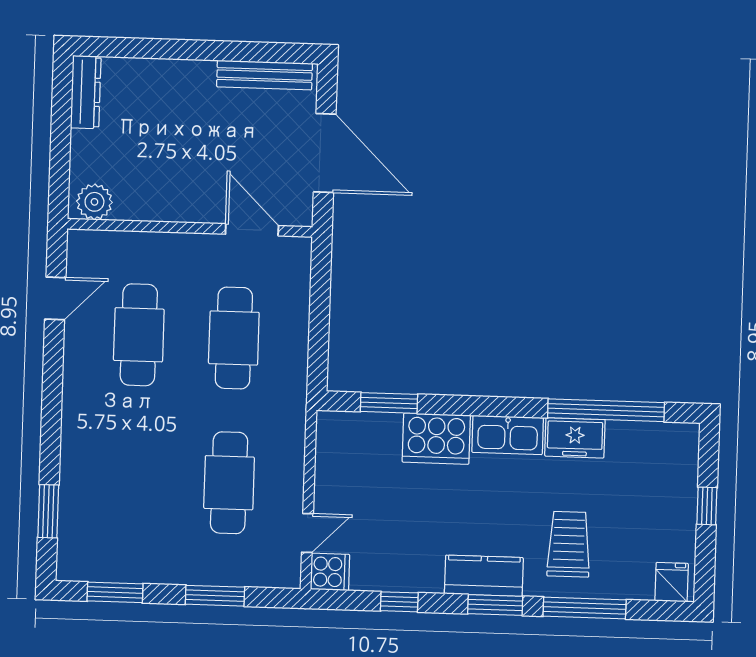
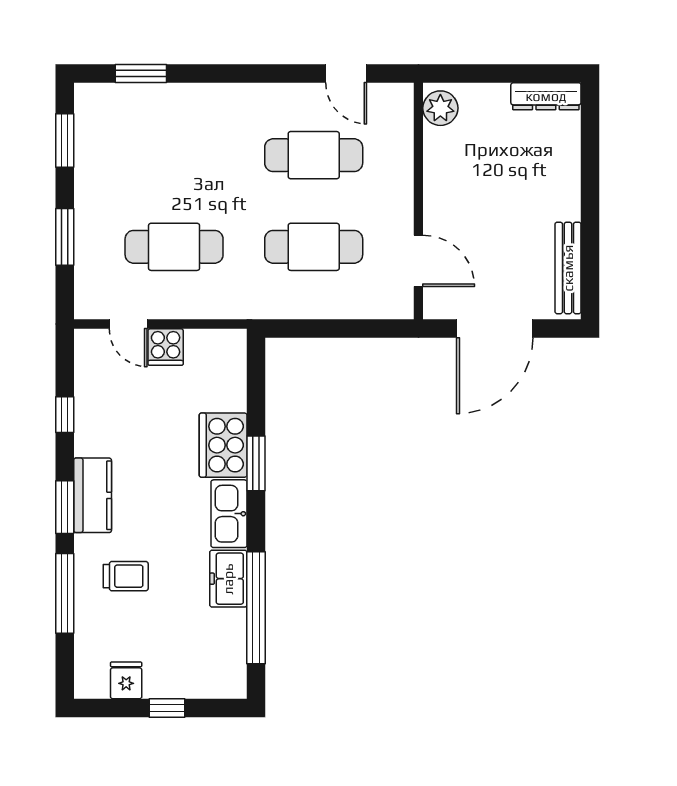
door: (252, 230) -> (418, 261), hinge flipped
window: (389, 403) -> (256, 463), moved
trolley: (569, 544) -> (126, 576), width x0.73, depth x0.72
cooker: (330, 572) -> (166, 347), moved
fridge: (672, 582) -> (126, 680), moved, turned -90

